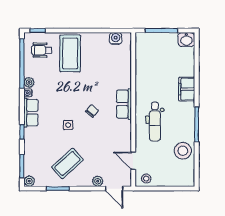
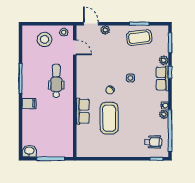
water cooler: (116, 39) -> (90, 152), removed
coffee table: (70, 53) -> (109, 118), moved
filing cabinet: (187, 89) -> (29, 104), width x0.50
row of seats: (124, 104) -> (83, 111), moved
row of seats: (31, 113) -> (162, 78), moved
stool: (183, 151) -> (44, 39), moved
coffee table: (67, 164) -> (139, 38), moved, turned 35
plant: (29, 181) -> (164, 60), moved

